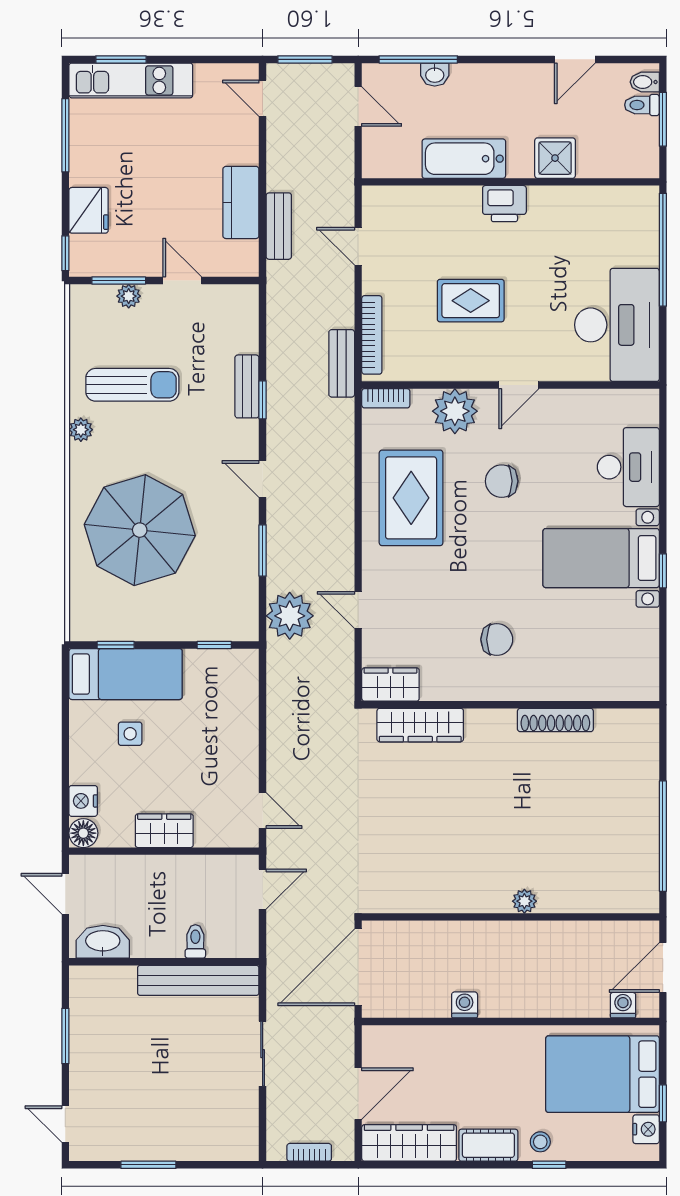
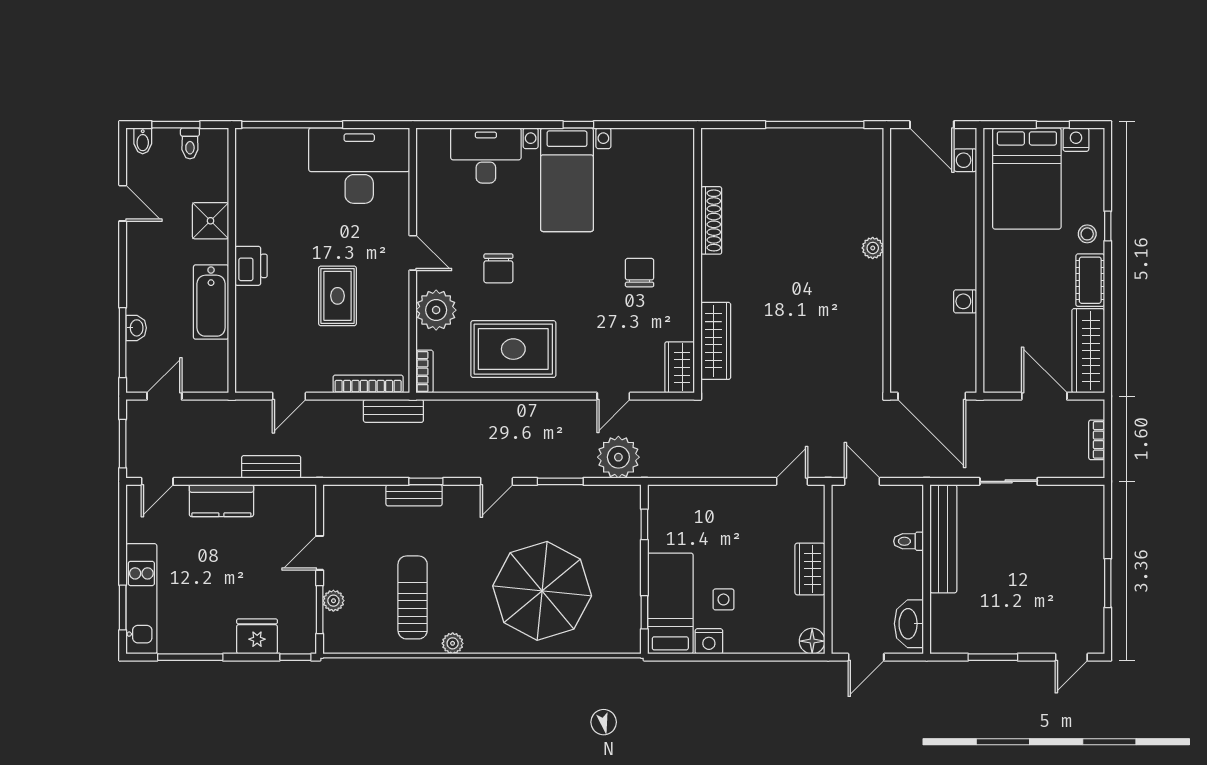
toilet: (642, 105) -> (190, 143), moved
kitchen counter: (241, 202) -> (221, 501), moved
nightstand: (83, 801) -> (709, 641), moved

